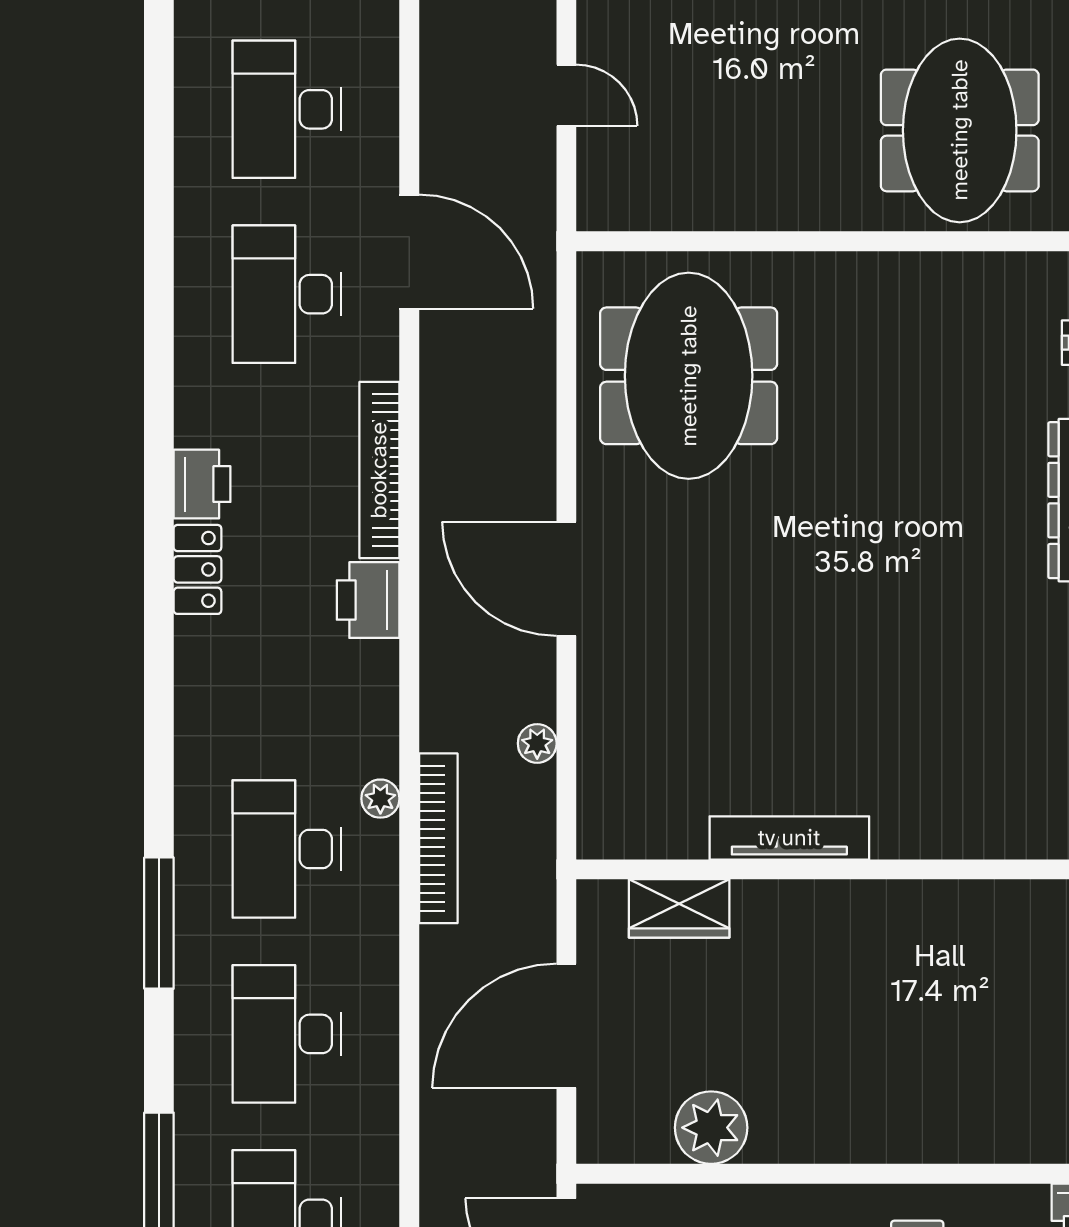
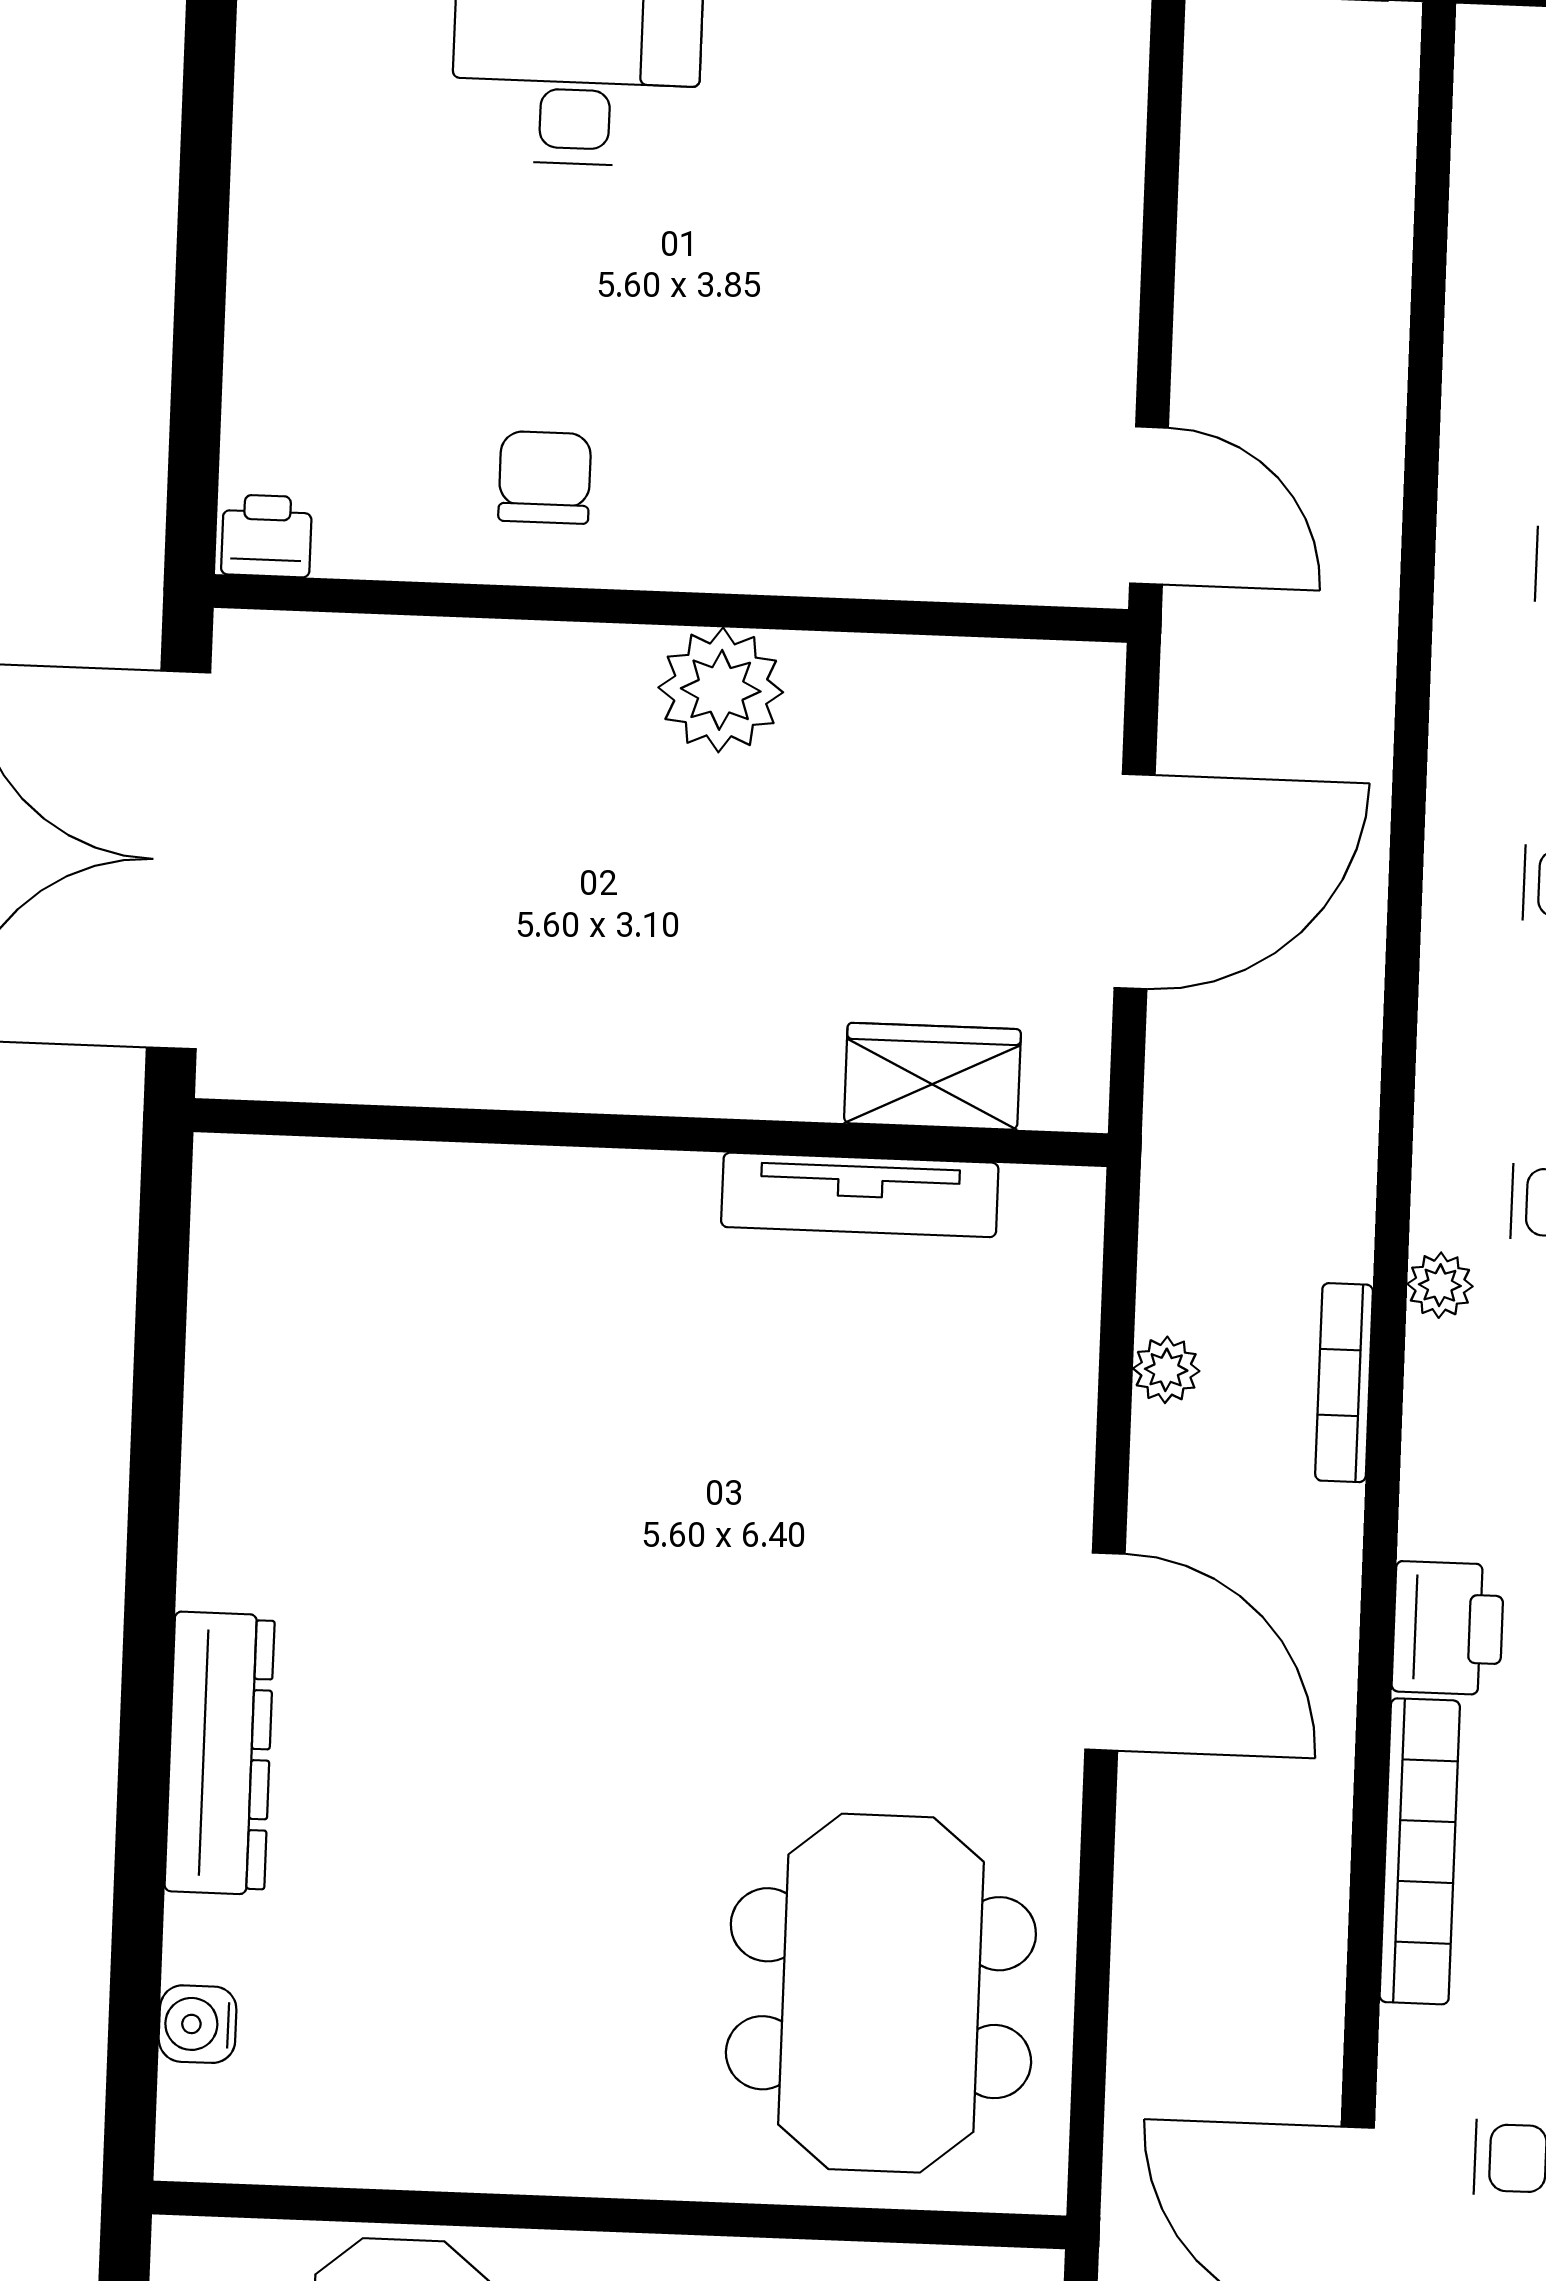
bookcase: (438, 838) -> (1344, 1383), moved, width x0.68, depth x0.76
tv unit: (789, 838) -> (860, 1195), moved
plant: (711, 1128) -> (721, 690), moved

